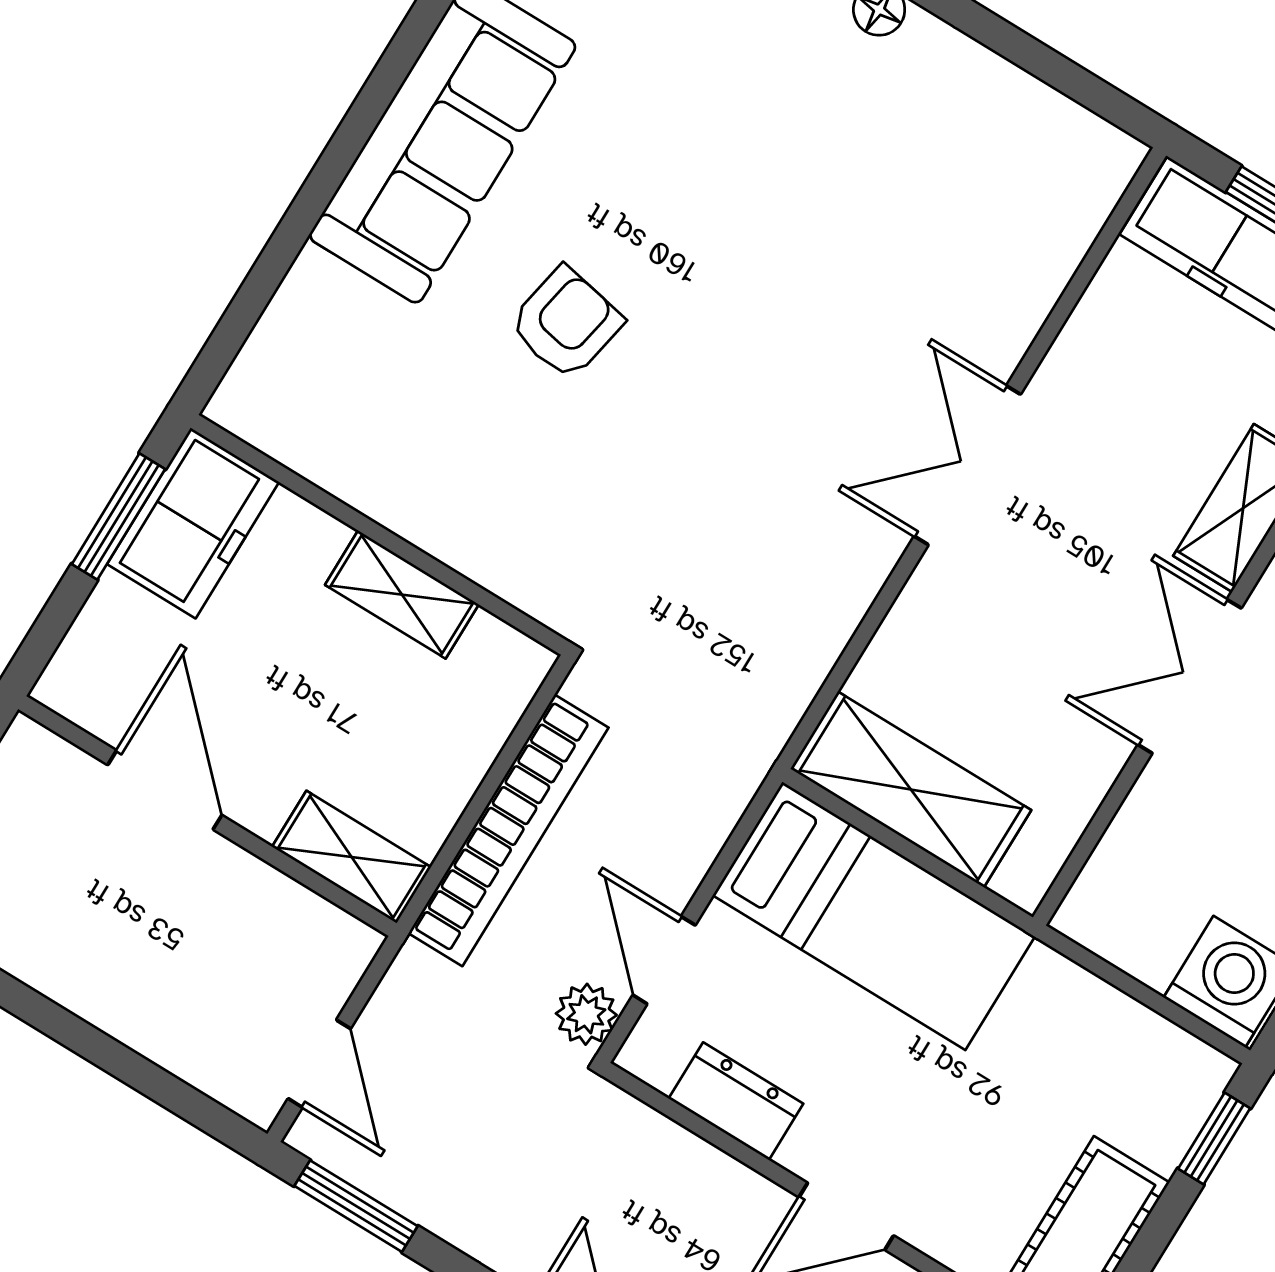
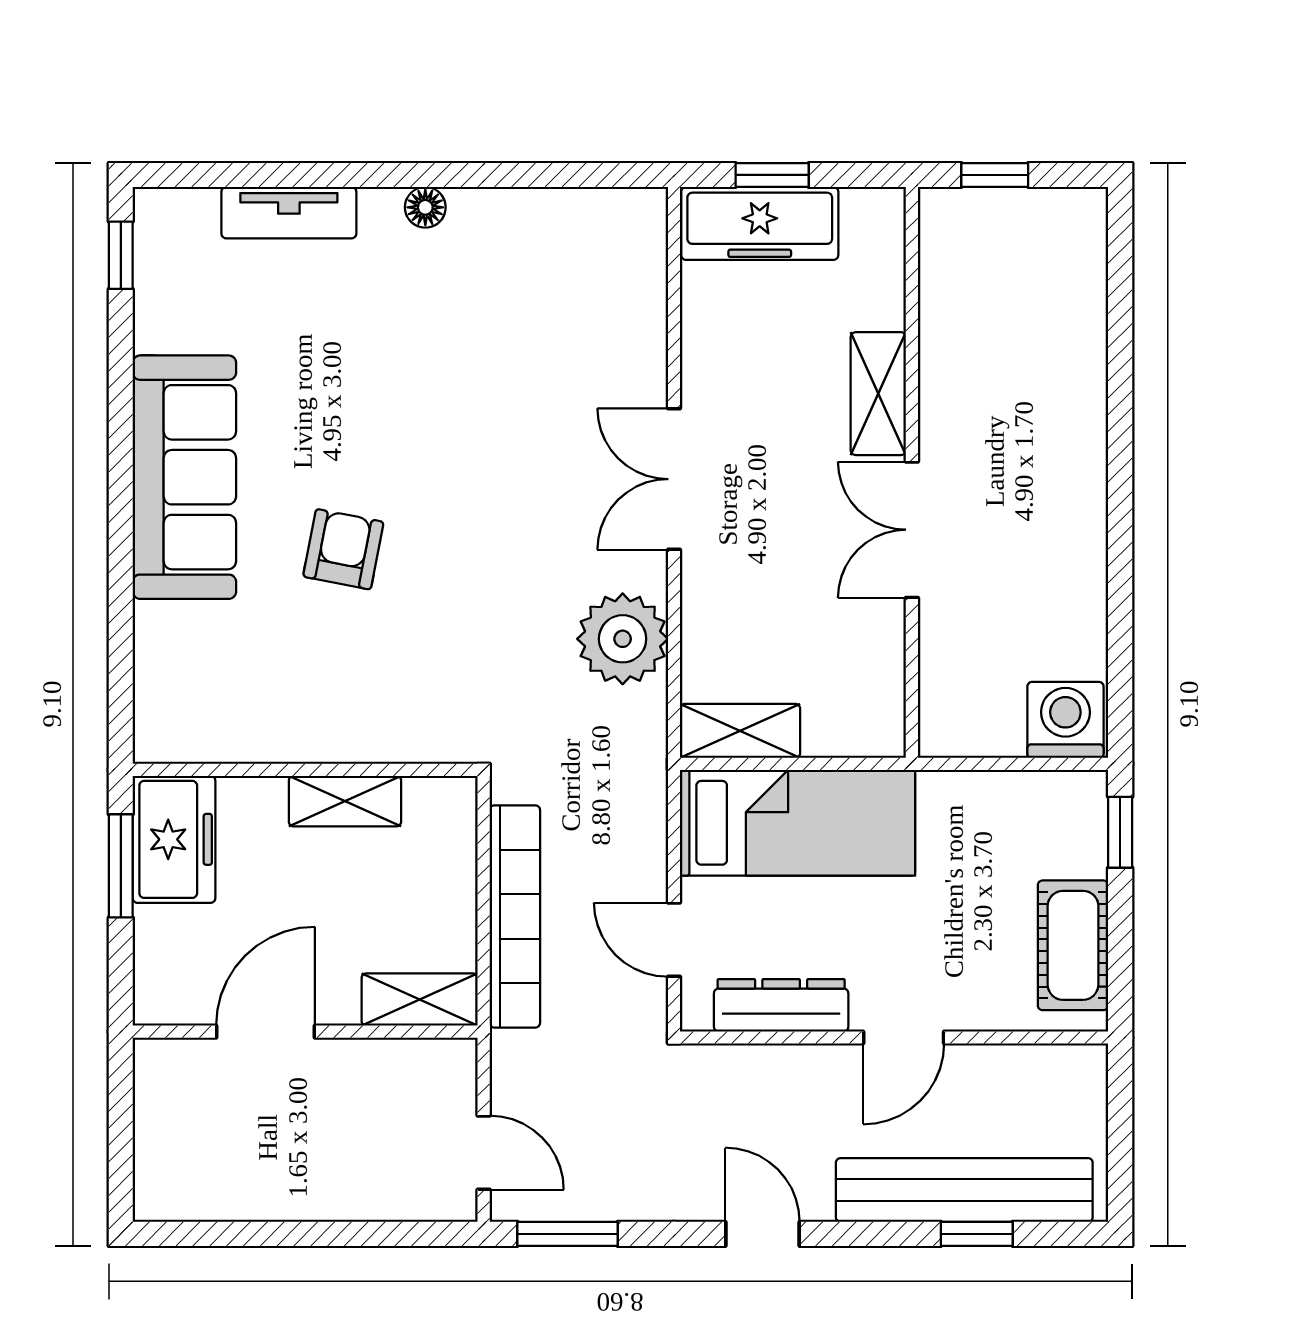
shelving: (911, 789) -> (740, 731), width x0.67, depth x0.75
door: (165, 790) -> (265, 1032), hinge flipped
plant: (586, 1014) -> (623, 639), moved, width x1.87, depth x1.87
dresser: (736, 1101) -> (781, 1005), width x1.44

